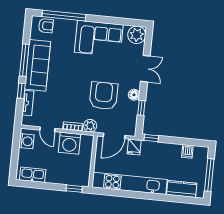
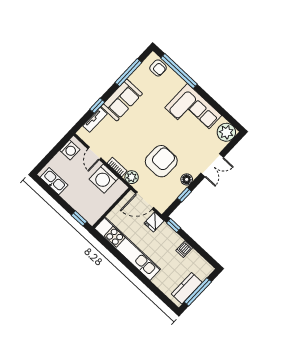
window: (24, 60) -> (128, 73), moved
sofa: (38, 65) -> (122, 100), width x0.73
dishwasher: (187, 151) -> (184, 249), moved
kitchen counter: (182, 189) -> (187, 288), moved, turned -90

